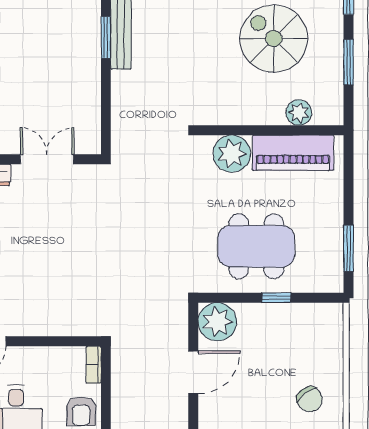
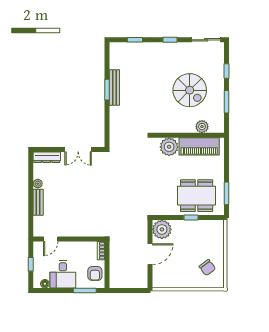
spiral stairs: (274, 39) -> (190, 90), turned 180
double door: (47, 159) -> (78, 150), swing flipped
dining table: (256, 246) -> (197, 196), moved

